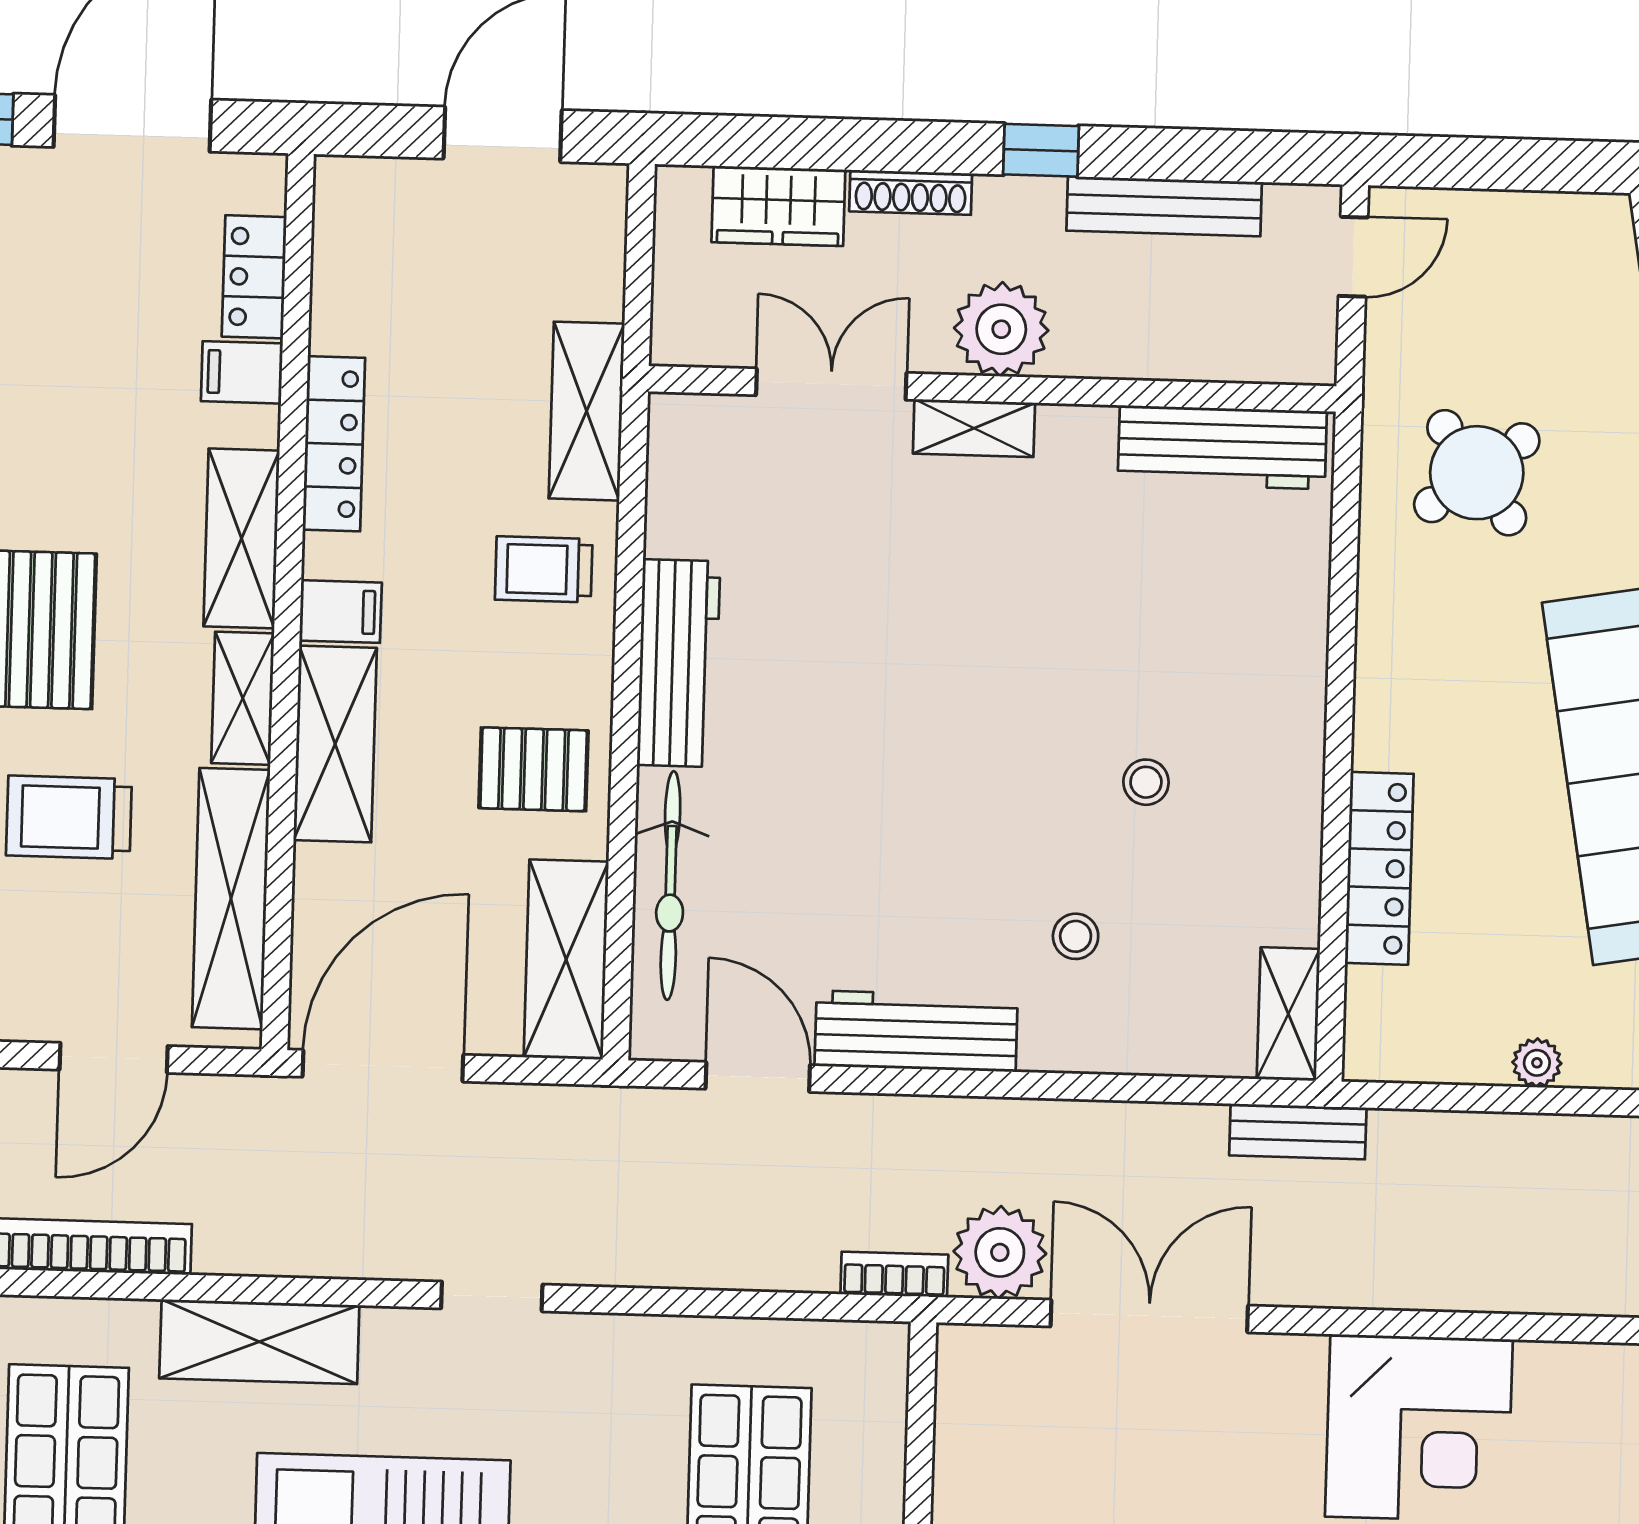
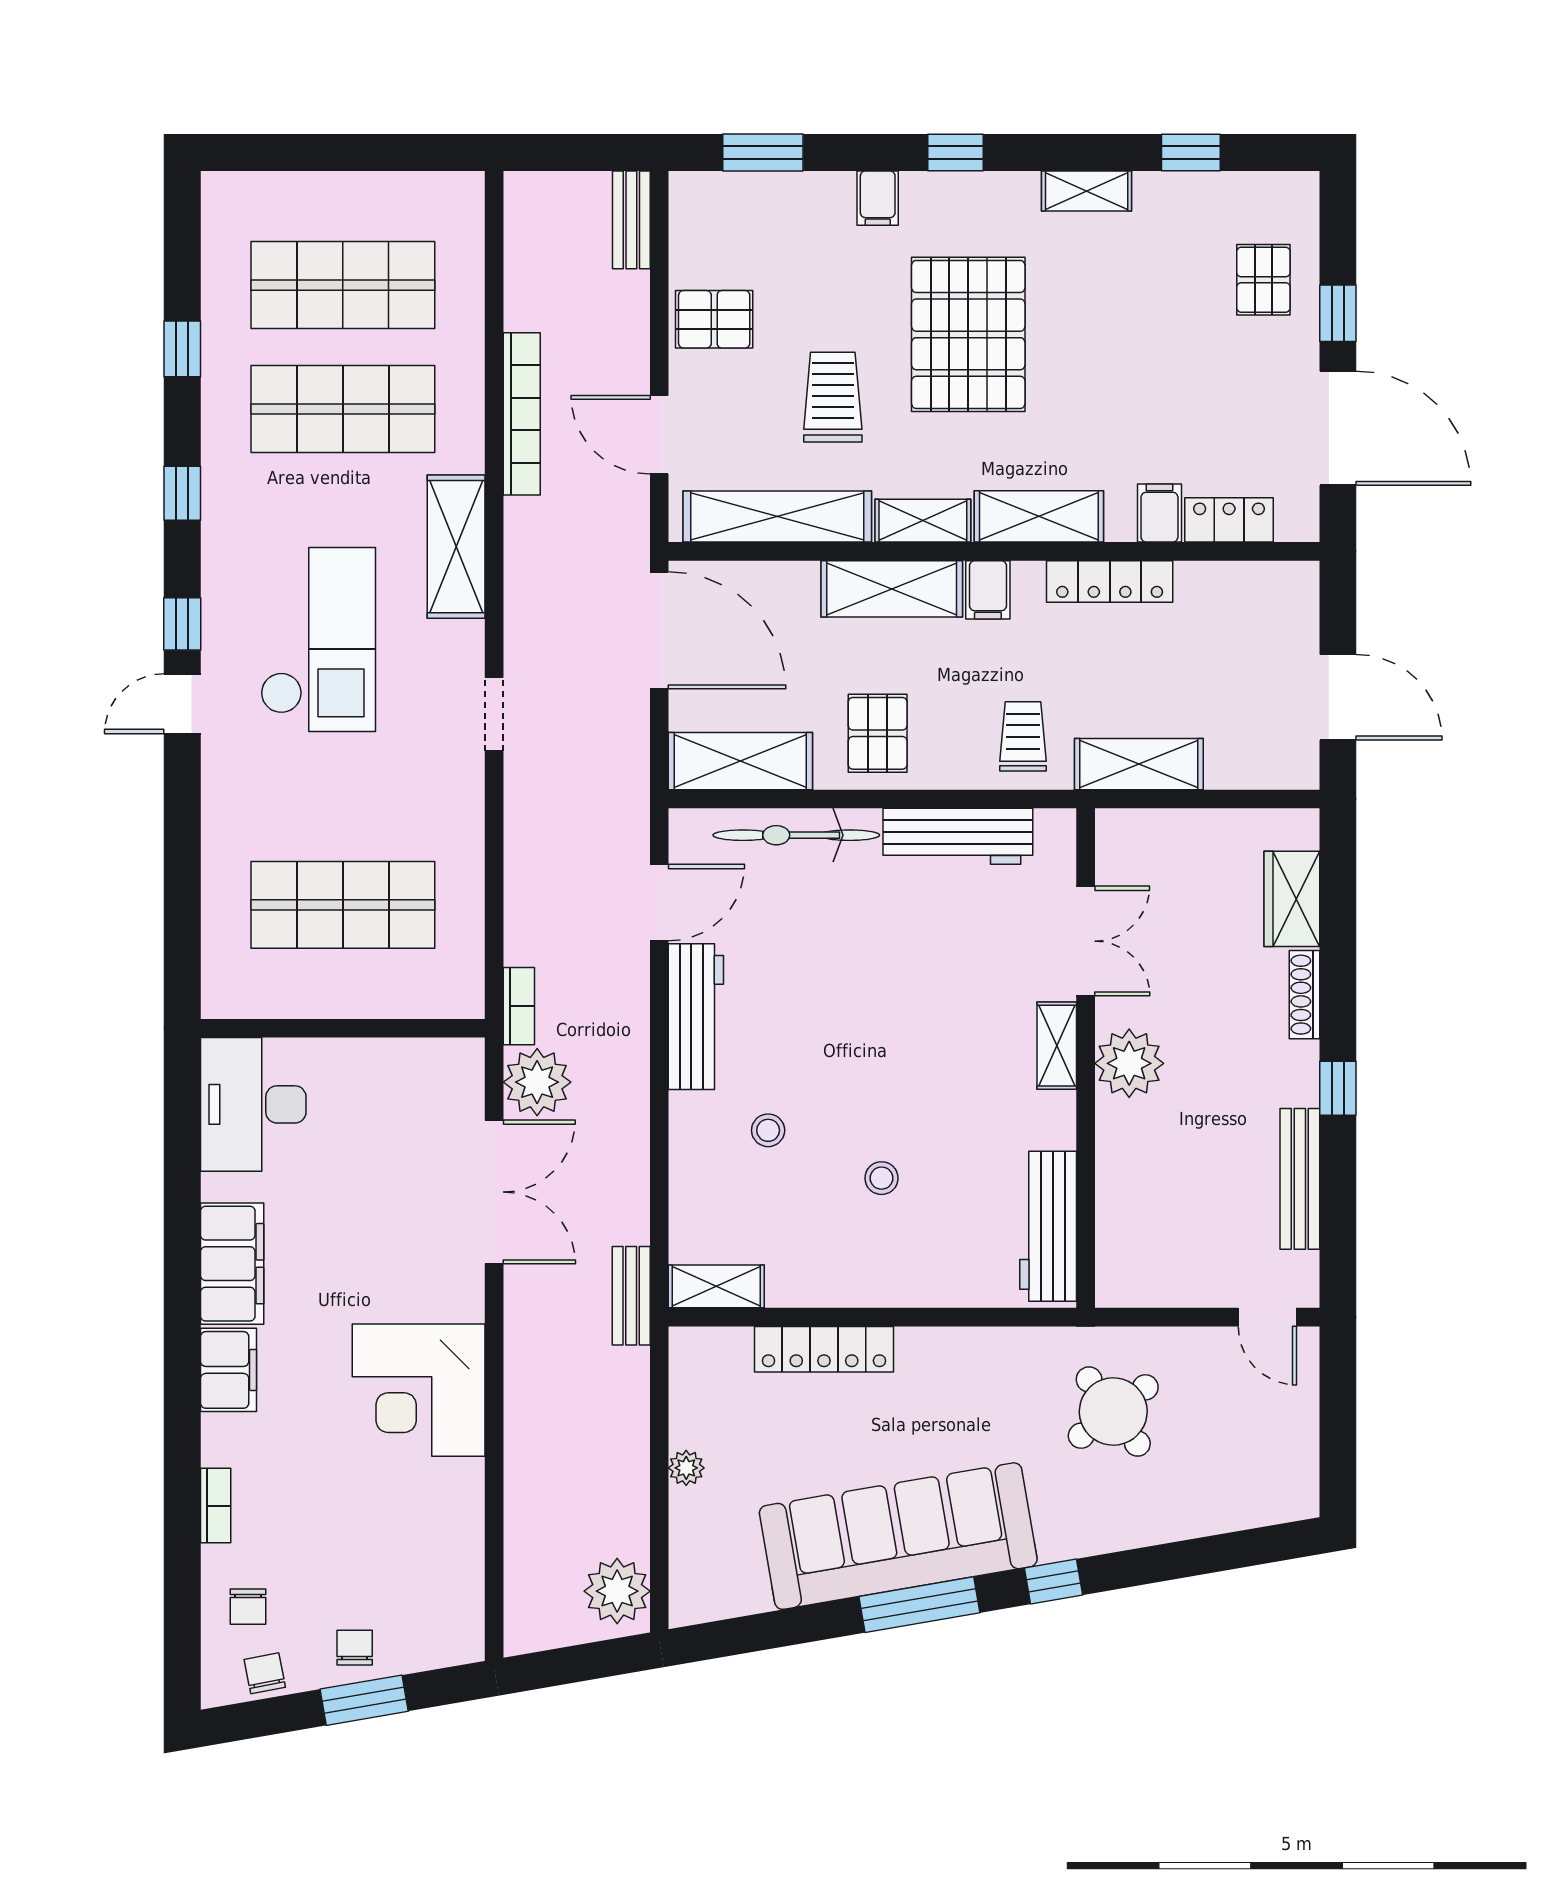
plant: (1001, 329) -> (1129, 1063), moved
double door: (831, 384) -> (1086, 941), moved
wall: (992, 389) -> (1086, 1058), moved
shelving: (974, 428) -> (1057, 1046), moved
workbench: (1222, 447) -> (1048, 1226), moved

